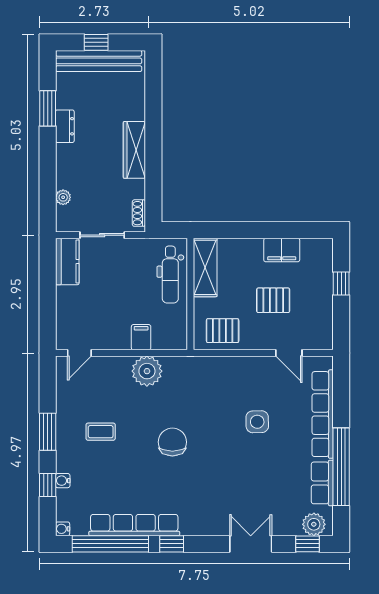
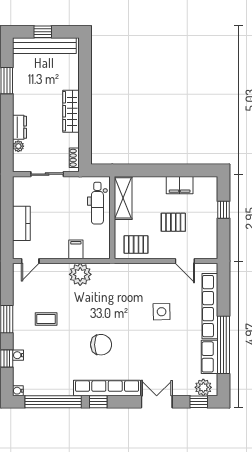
dresser: (65, 126) -> (20, 127), moved
kitchen counter: (67, 262) -> (21, 223), moved
chair: (172, 442) -> (101, 345), moved, turned 90
row of seats: (134, 525) -> (107, 388), moved

